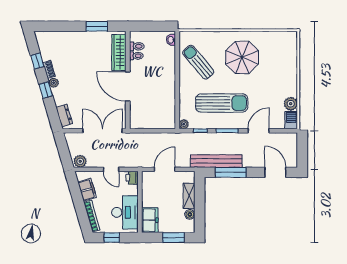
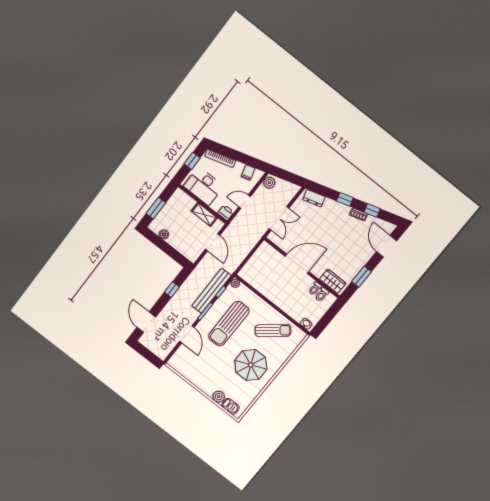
door: (57, 26) -> (387, 246), added
wardrobe: (119, 52) -> (333, 281), width x0.67
plant: (54, 83) -> (346, 210), removed
plant: (291, 104) -> (219, 397), moved
barbecue: (291, 120) -> (231, 406), moved
double door: (103, 131) -> (279, 218), width x0.73
bench: (216, 161) -> (211, 291), moved
window: (231, 172) -> (172, 290), width x0.46
door: (275, 172) -> (146, 322), swing flipped
filing cabinet: (87, 190) -> (248, 173), width x0.50
shelving: (189, 196) -> (204, 214), moved
freezer: (150, 220) -> (183, 201), removed

